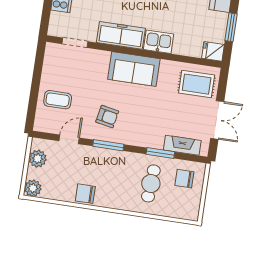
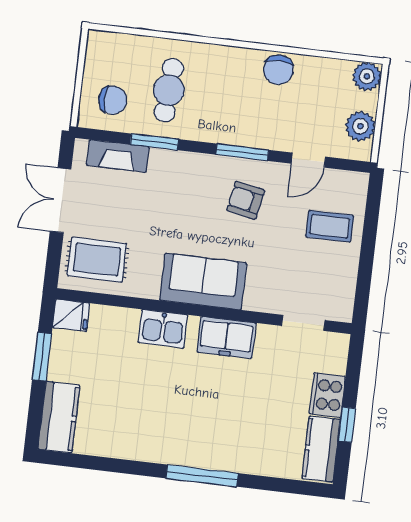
freezer: (121, 35) -> (226, 338), width x0.71
chair: (85, 194) -> (278, 70), turned 91

